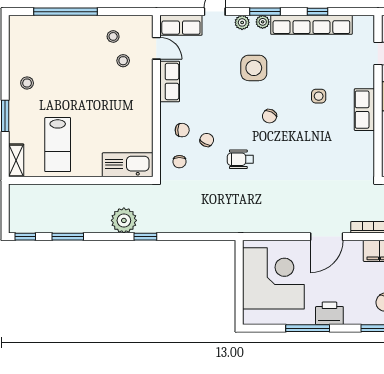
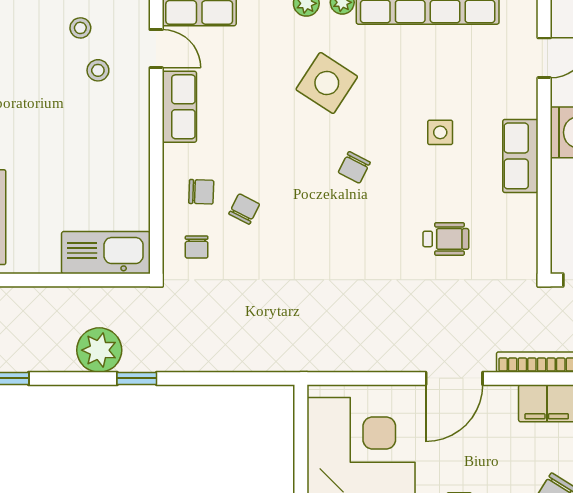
side table: (254, 68) -> (327, 83), turned 33
wheelchair: (240, 159) -> (446, 239), moved, turned 180

